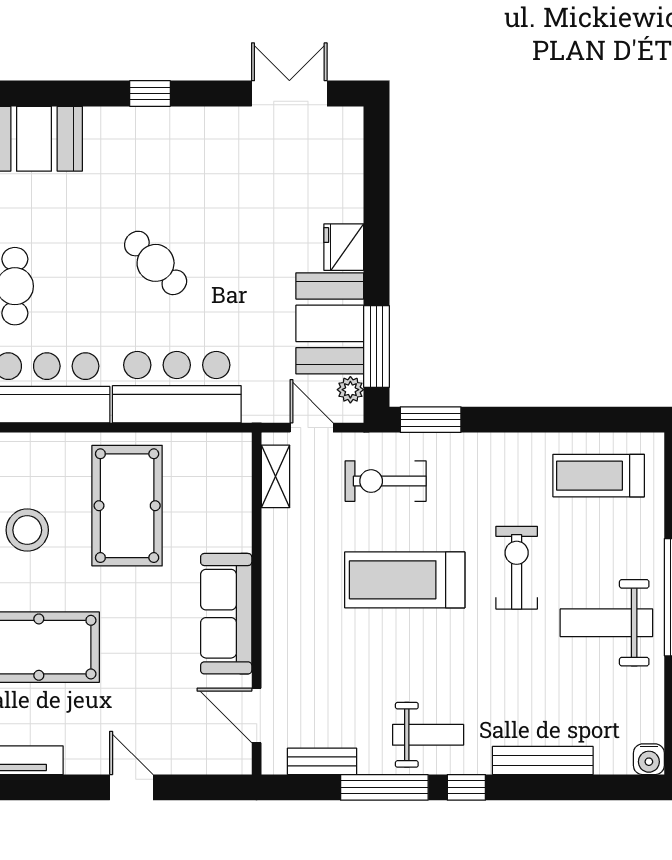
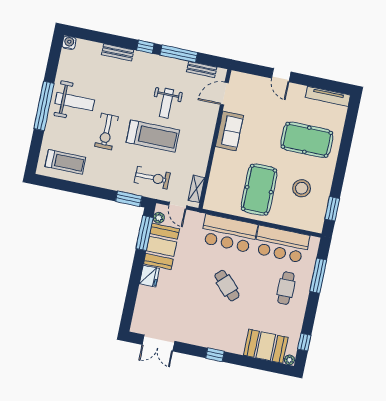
sofa: (226, 614) -> (229, 131), width x0.73
door: (257, 716) -> (224, 94), swing flipped
weight bench: (428, 735) -> (167, 103), moved, turned -90
bench: (543, 761) -> (118, 52), width x0.73

